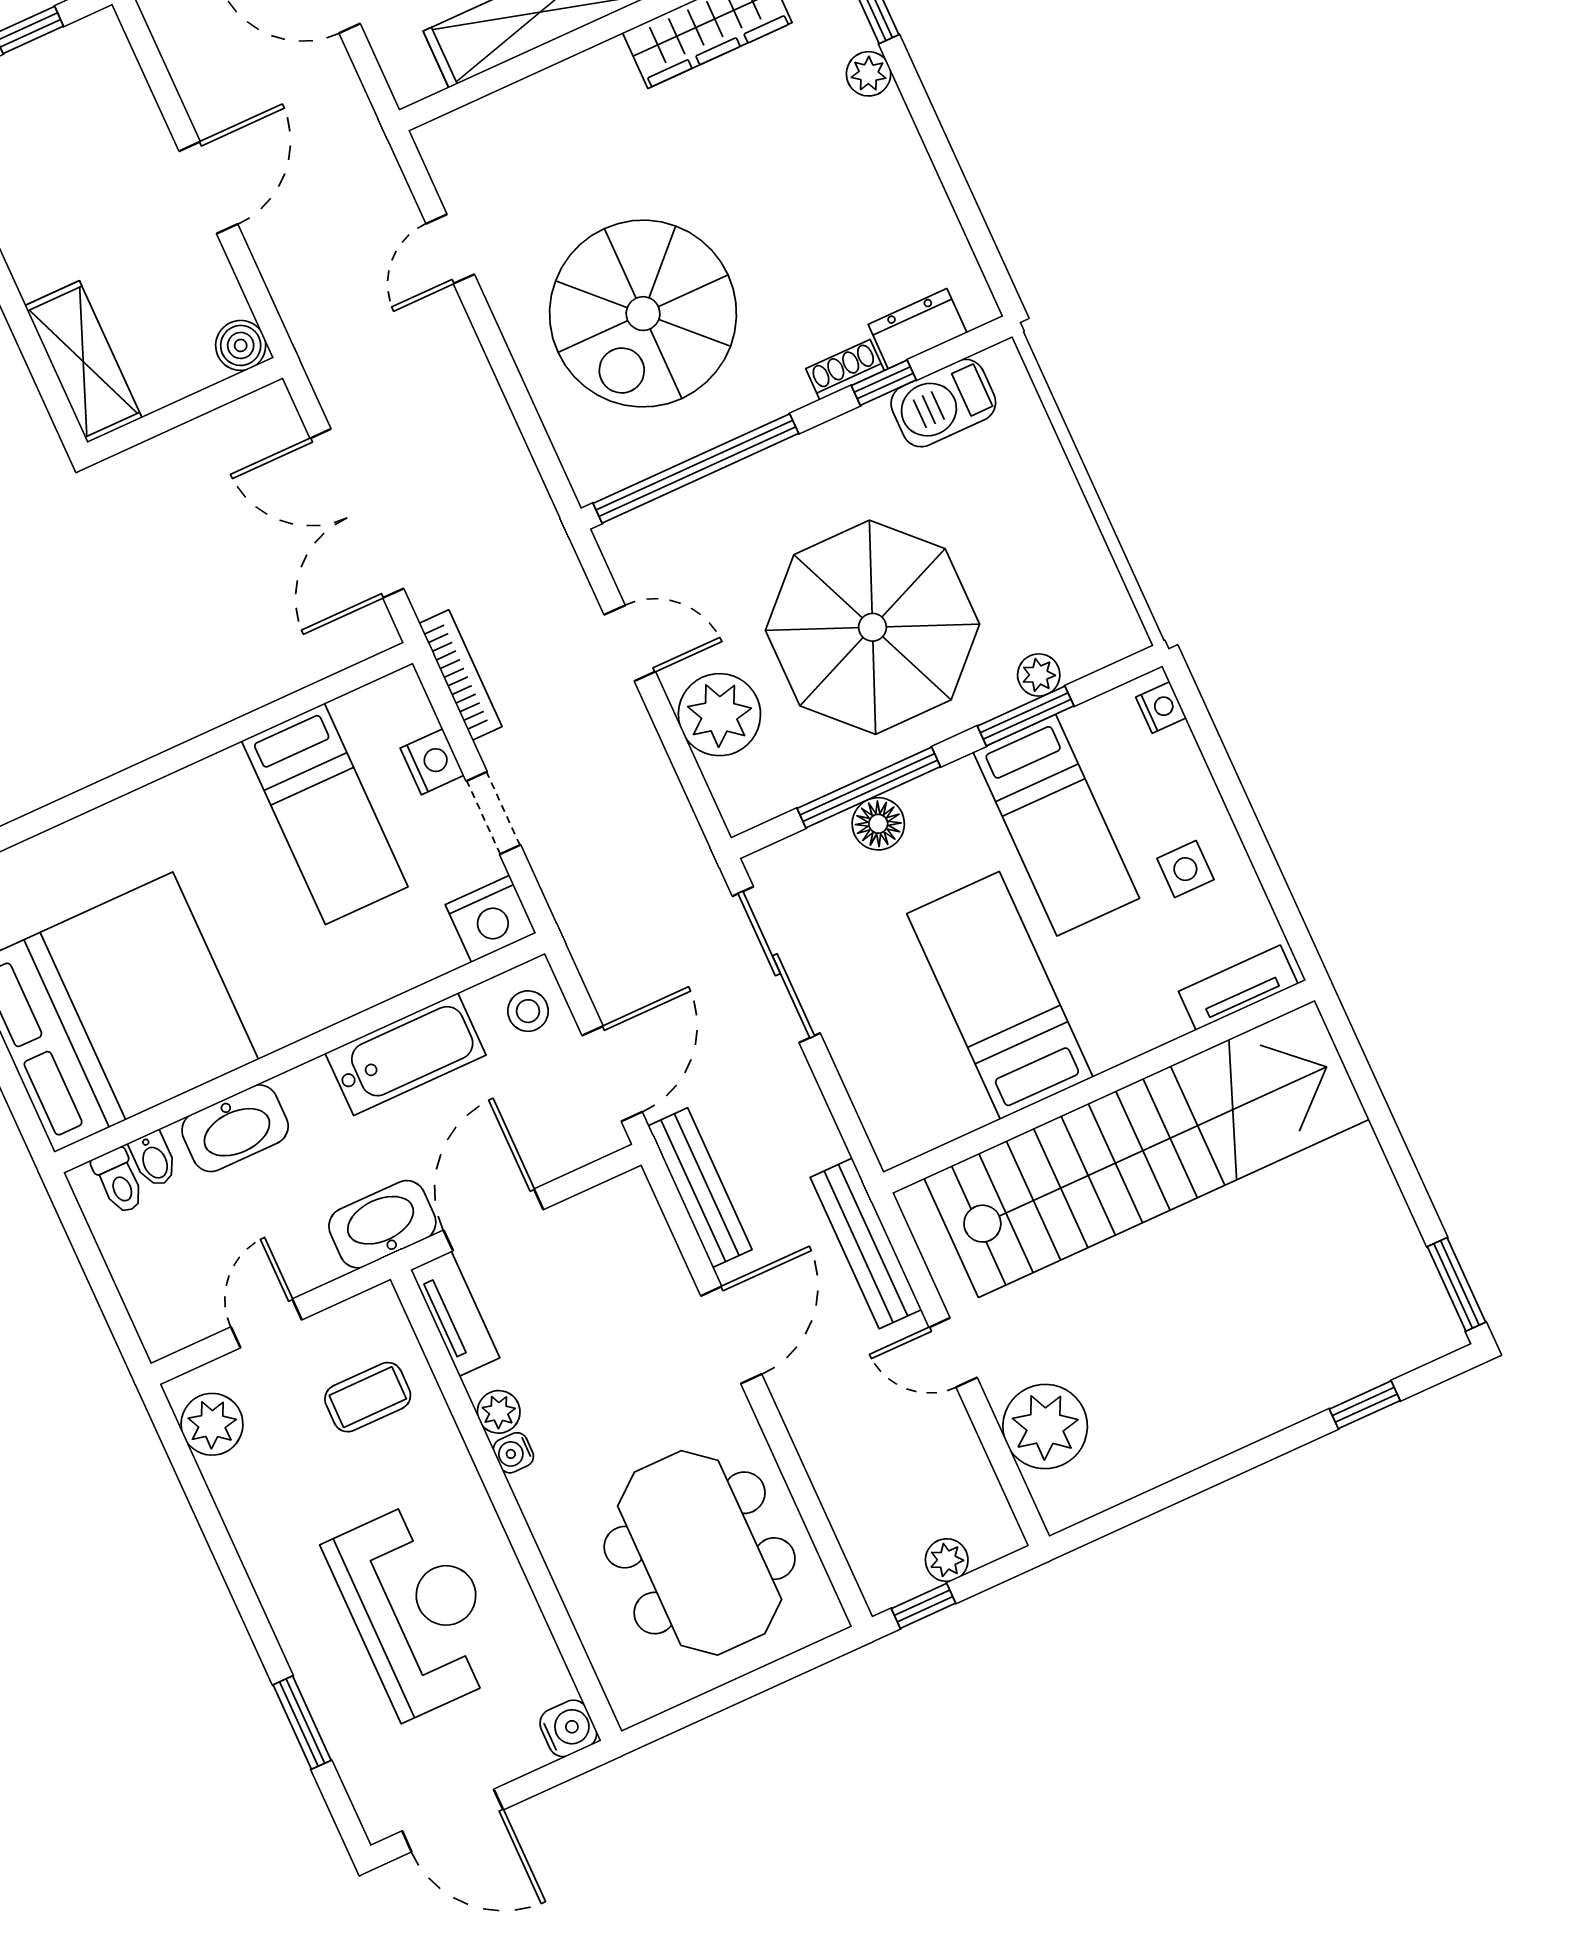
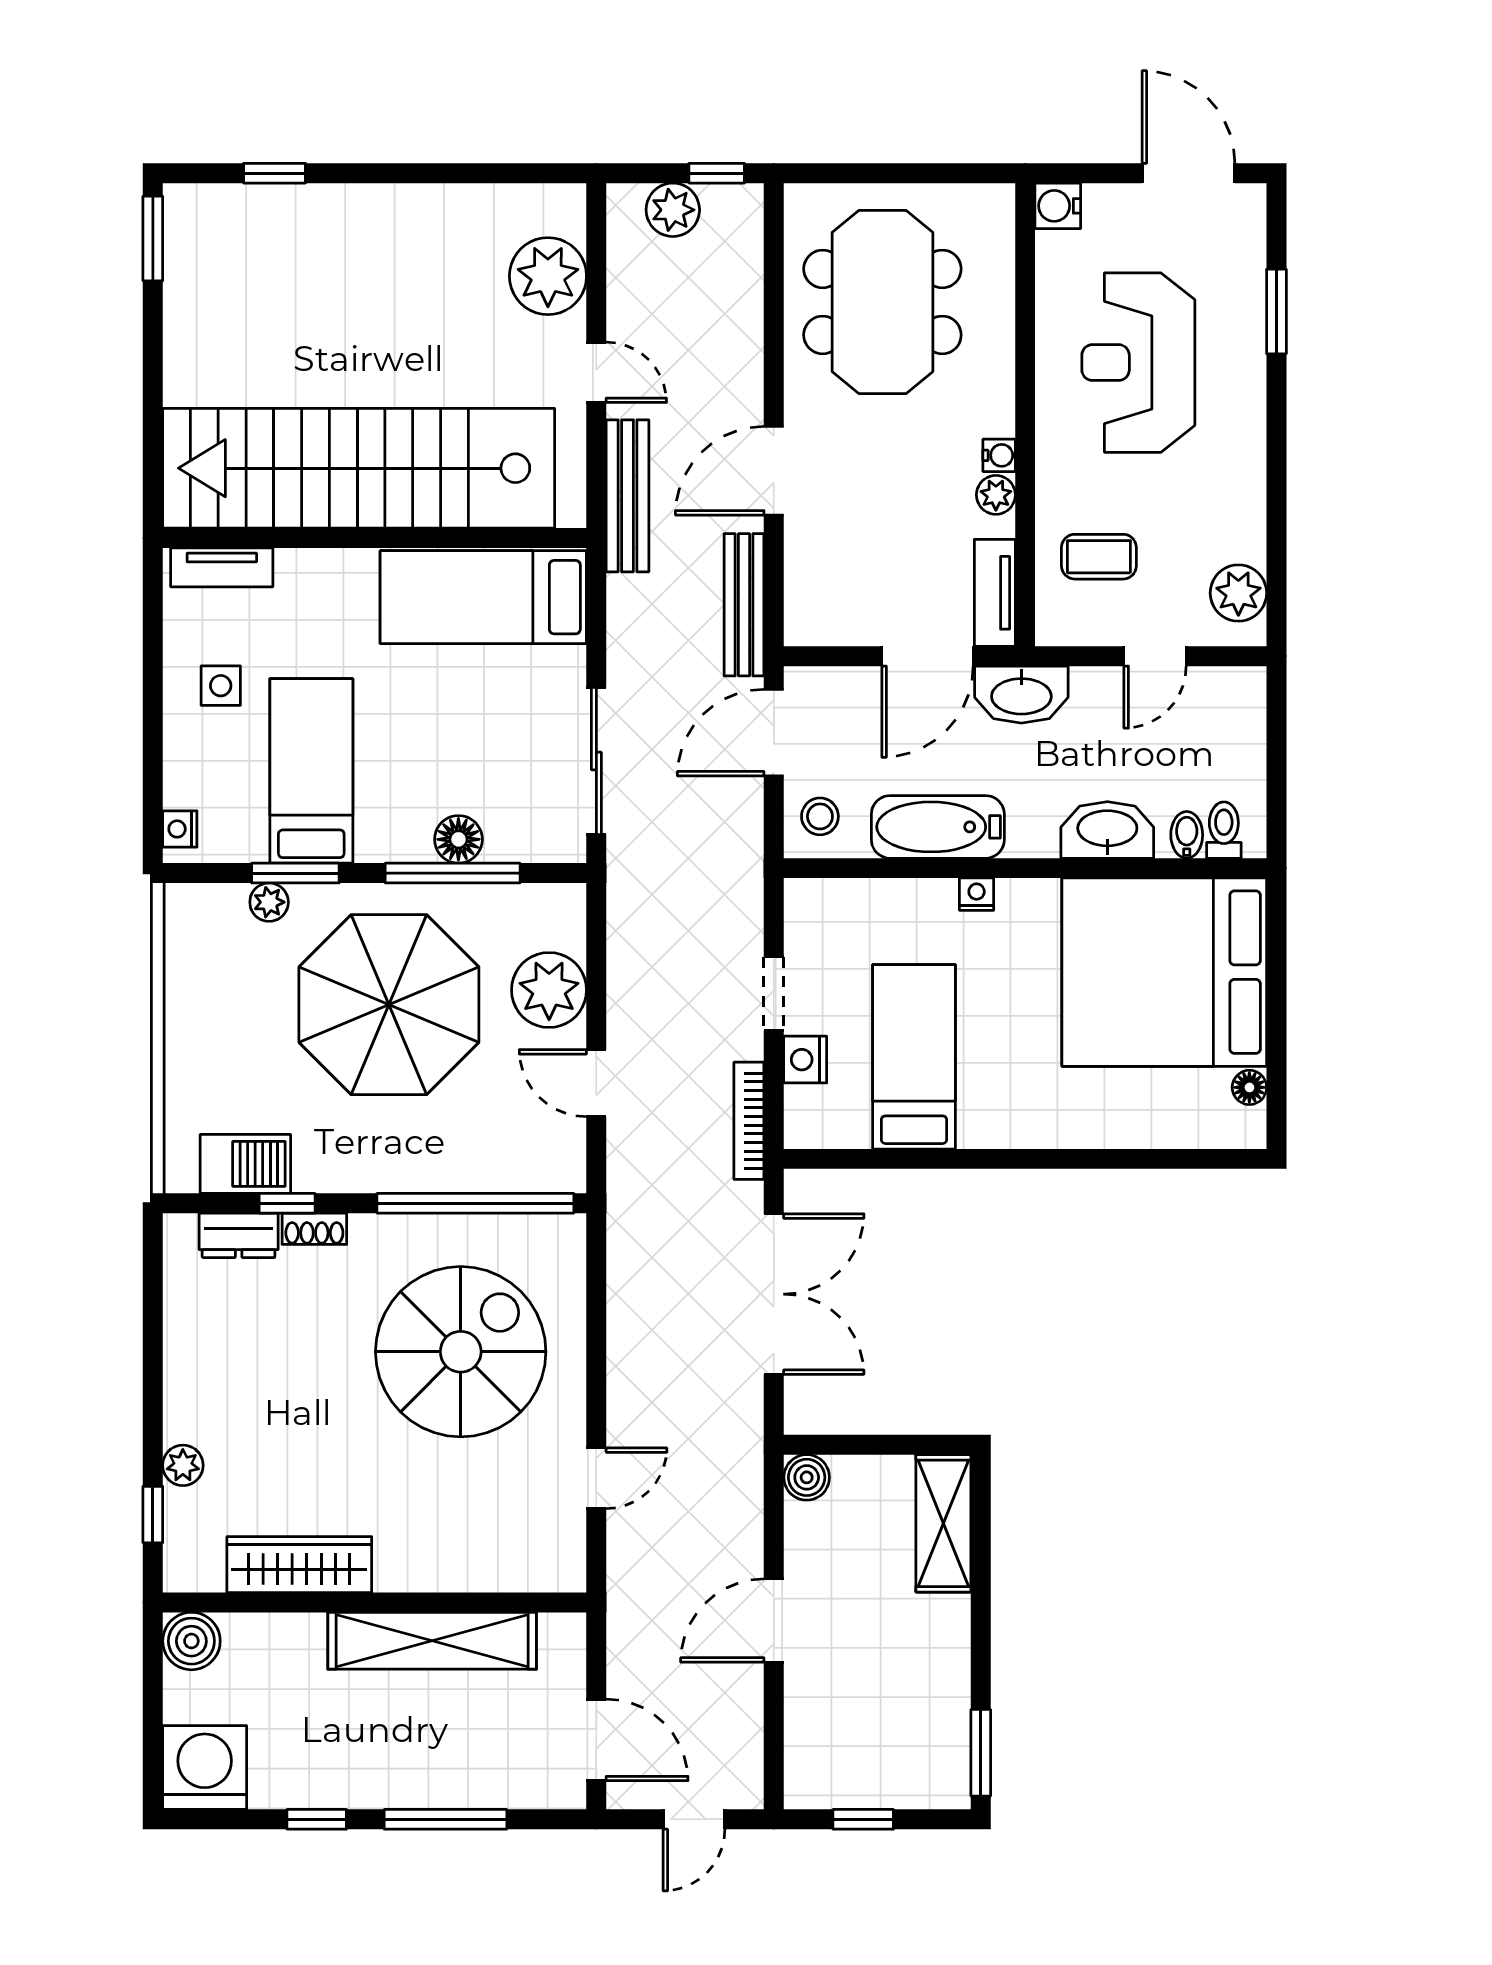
nightstand: (491, 919) -> (977, 894), moved, width x0.53, depth x0.56
bed: (1000, 995) -> (483, 597), moved, turned 90
plant: (947, 1560) -> (673, 210), width x1.38, depth x1.38

